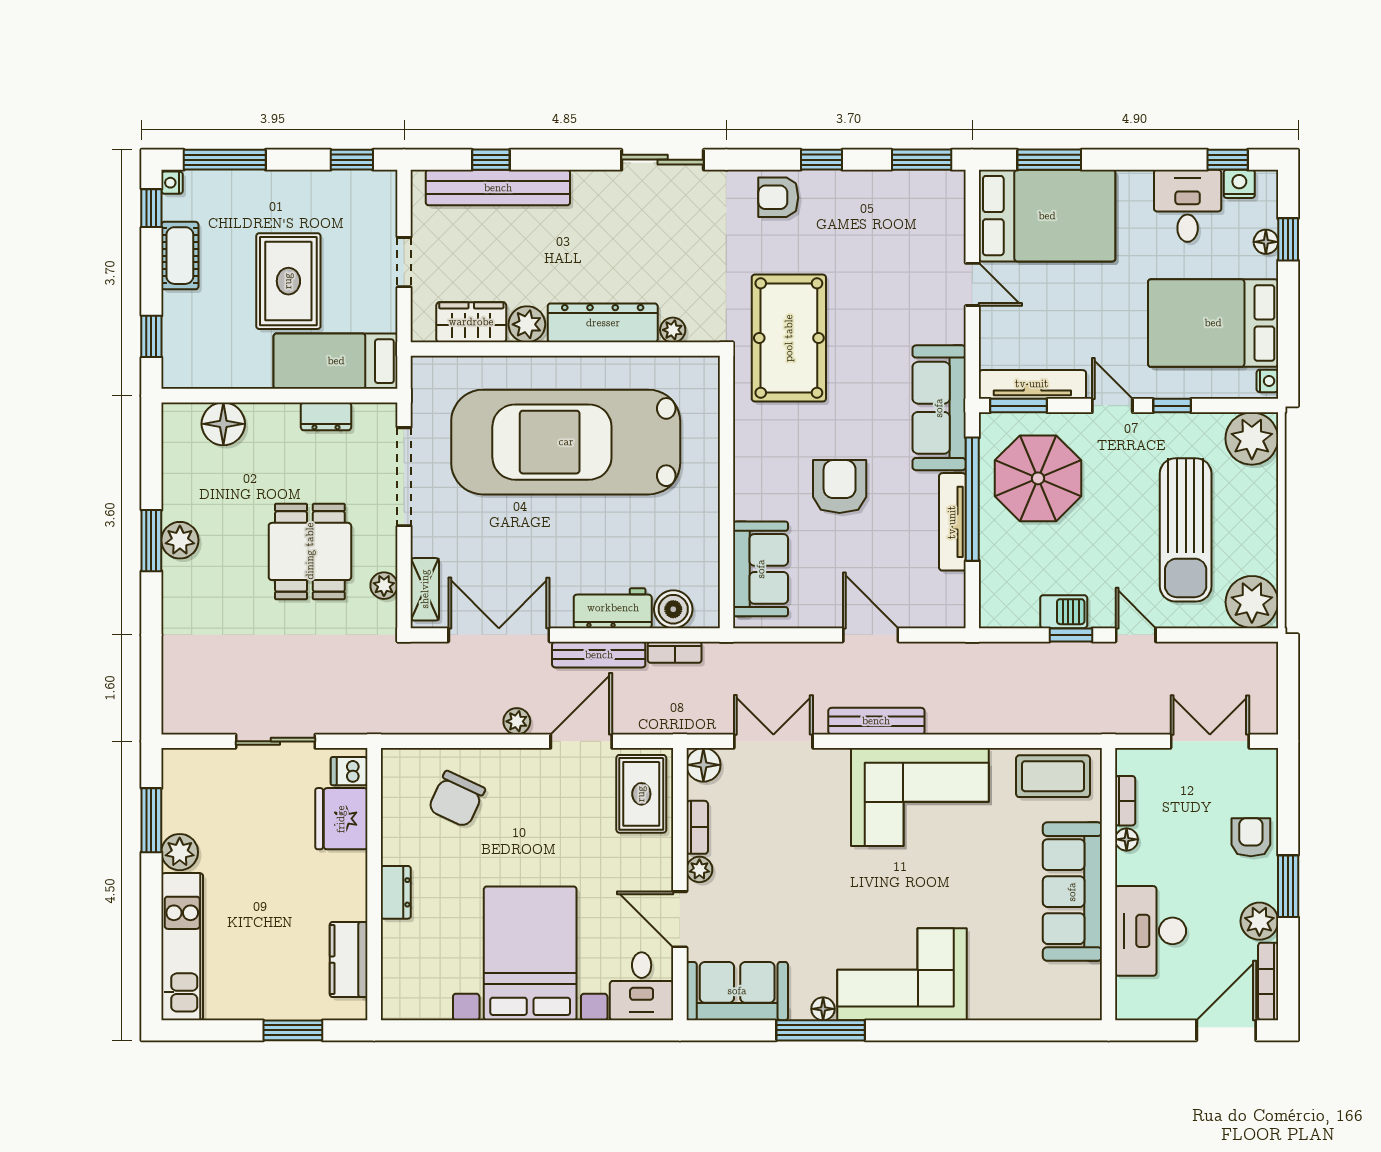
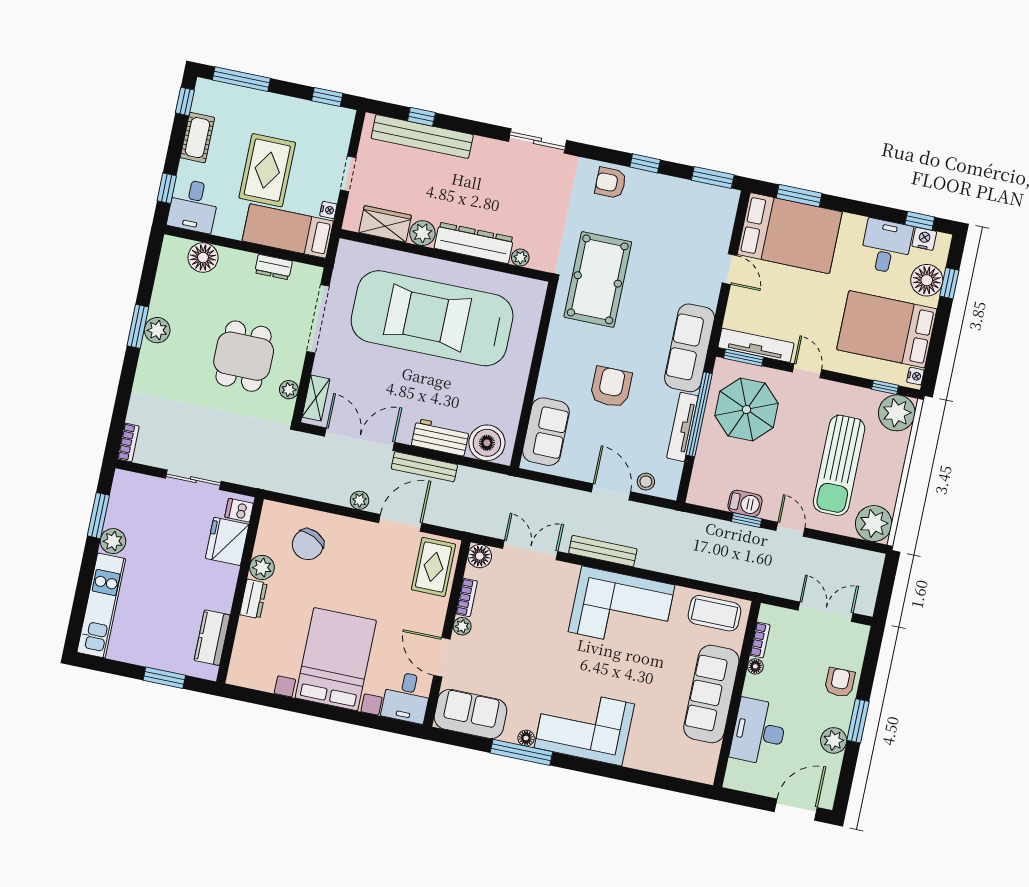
nightstand: (172, 183) -> (328, 210), moved, turned 180
floor lamp: (1266, 242) -> (927, 280), width x1.89, depth x1.89
desk: (194, 353) -> (193, 206), added
window: (1172, 406) -> (885, 387), moved
boiler: (673, 609) -> (487, 443), width x1.37, depth x1.37
stool: (917, 610) -> (646, 482), added
bookcase: (675, 652) -> (128, 442), moved, turned -90
plant: (399, 845) -> (262, 567), added
bookcase: (1268, 981) -> (831, 782), removed

